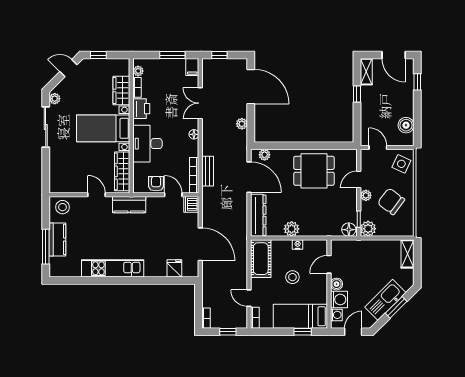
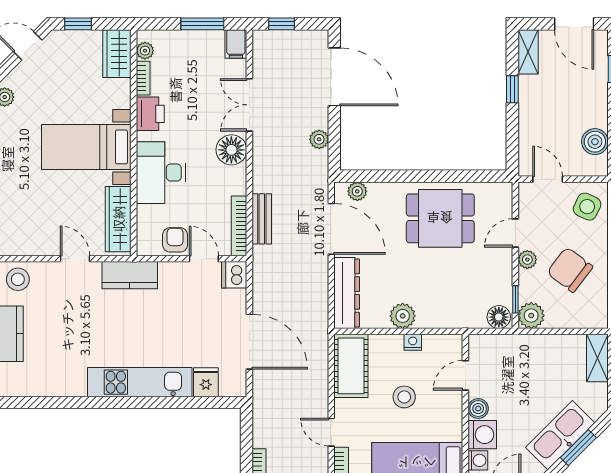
wardrobe: (121, 91) -> (117, 54), moved
floor lamp: (194, 134) -> (231, 150), width x1.89, depth x1.89
kitchen unit: (113, 268) -> (140, 382), moved

